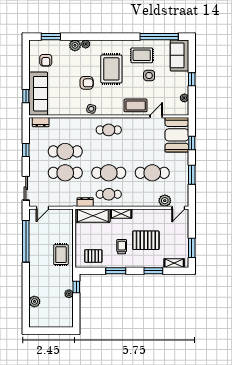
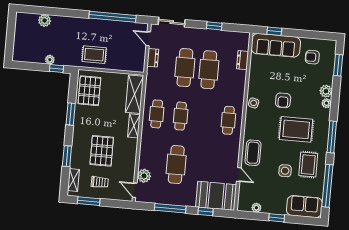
window: (115, 37) -> (332, 137), added
dresser: (41, 122) -> (243, 60), moved
cafe table: (109, 173) -> (181, 116), width x0.73, depth x0.74
window: (192, 175) -> (170, 208), width x1.44
dresser: (85, 202) -> (153, 58), moved
trolley: (122, 247) -> (100, 182), moved
pallet: (93, 256) -> (89, 91), width x1.50, depth x1.42

